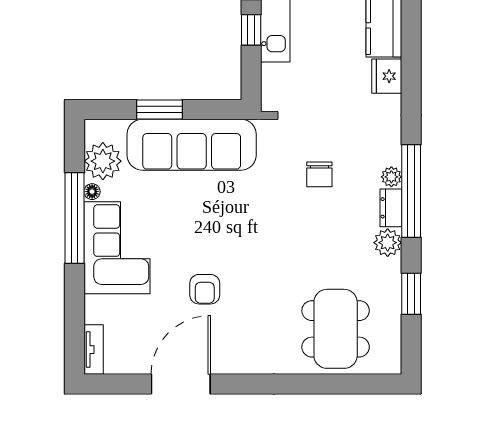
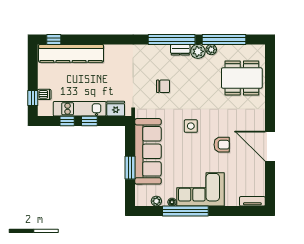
fridge: (387, 76) -> (116, 109), moved, turned 180
plant: (103, 161) -> (156, 201), width x0.53, depth x0.53
plant: (391, 177) -> (211, 50), moved
side table: (241, 229) -> (191, 126), added
window: (411, 294) -> (224, 39), width x2.11
door: (181, 384) -> (270, 146), moved

